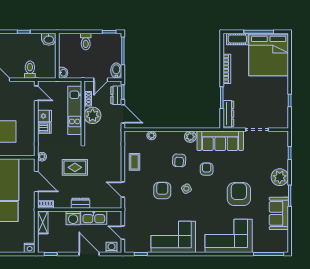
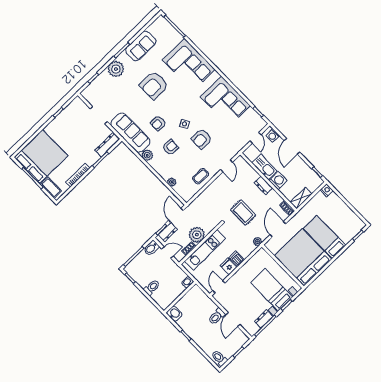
toilet: (30, 70) -> (217, 316), moved

